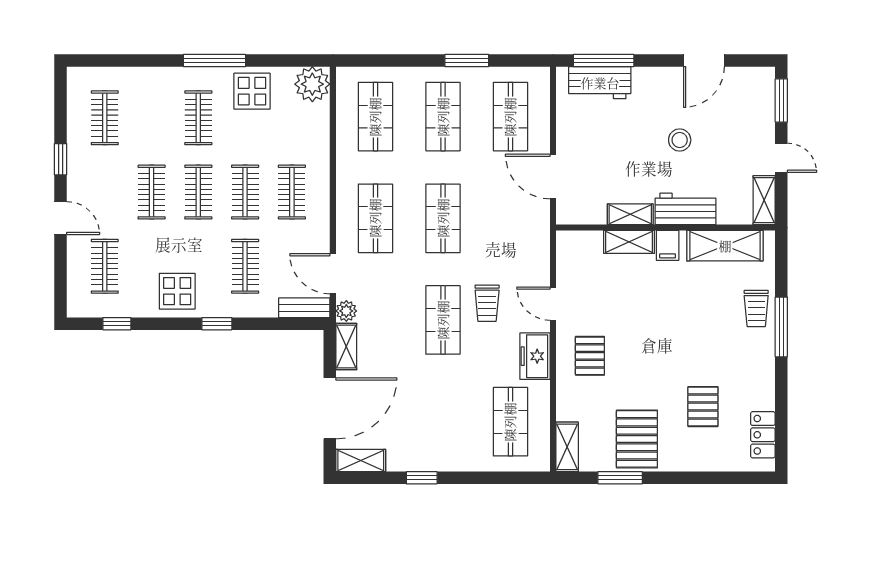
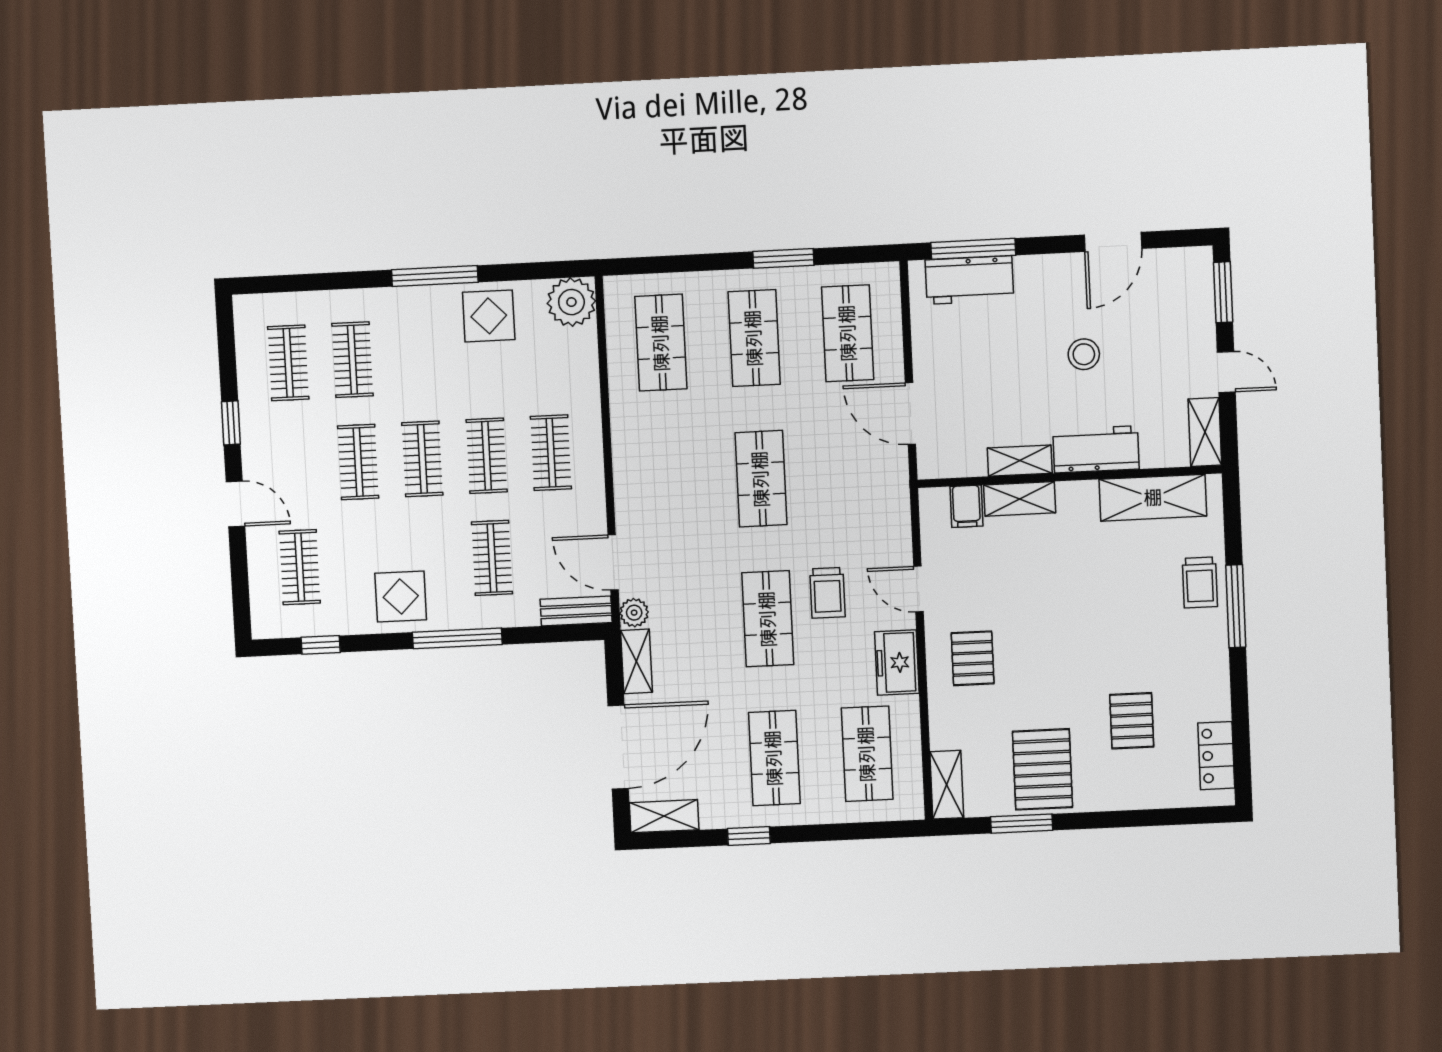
clothes rail: (198, 118) -> (352, 360), moved
shop shelf: (375, 218) -> (774, 758), moved
filing cabinet: (668, 245) -> (966, 506), moved
window: (217, 324) -> (457, 638), width x2.17

